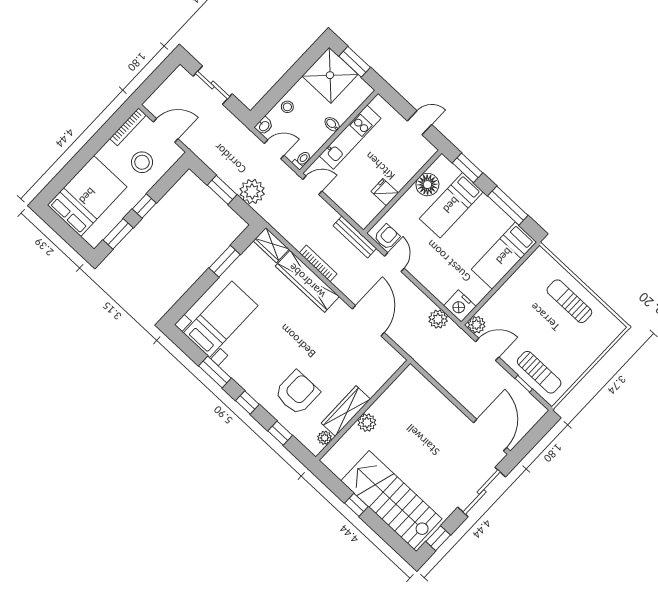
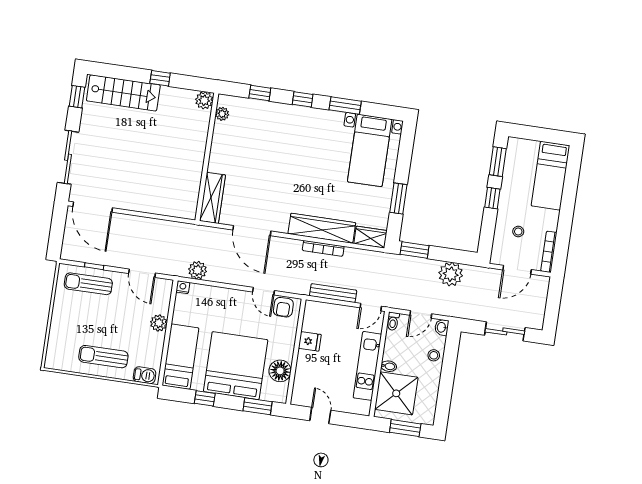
shower: (330, 75) -> (396, 393), moved
door: (420, 123) -> (320, 415), swing flipped
stool: (142, 162) -> (518, 232), width x0.53, depth x0.53
window: (222, 190) -> (415, 250), moved
plant: (252, 192) -> (451, 274), moved
bed: (87, 196) -> (550, 176), width x0.67
bed: (451, 205) -> (236, 366), width x2.04
window: (508, 206) -> (205, 398), width x0.46
bench: (355, 237) -> (333, 293), moved
barbecue: (545, 261) -> (145, 375), added
sun lounger: (569, 301) -> (103, 357), turned 180
nightstand: (460, 306) -> (183, 287), width x0.53, depth x0.56
plant: (477, 325) -> (159, 323), moved
door: (487, 349) -> (142, 273), hinge flipped
armchair: (297, 393) -> (269, 134), removed
wardrobe: (346, 411) -> (212, 198), moved
plant: (367, 423) -> (204, 100), moved
stairs: (391, 500) -> (123, 93), width x0.73, depth x0.66

